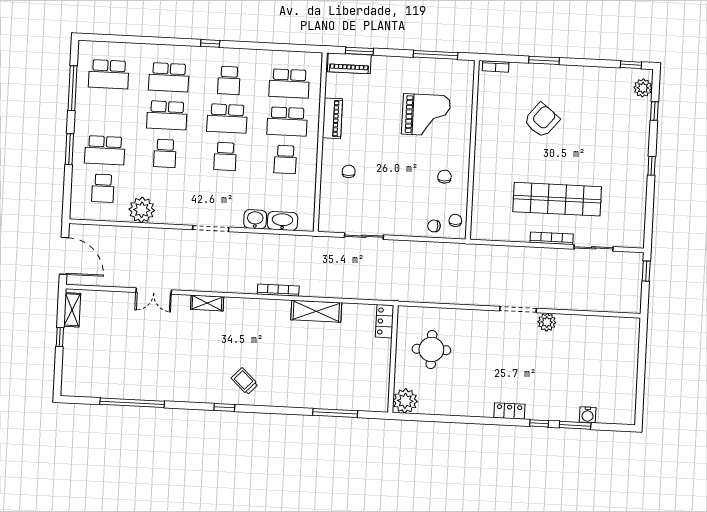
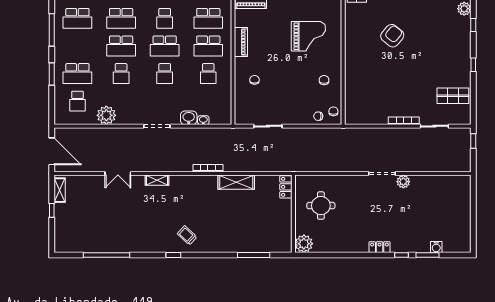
shop shelf: (557, 199) -> (453, 96), moved, width x0.50, depth x0.74
washbasin: (282, 221) -> (203, 120), width x0.52, depth x0.69

